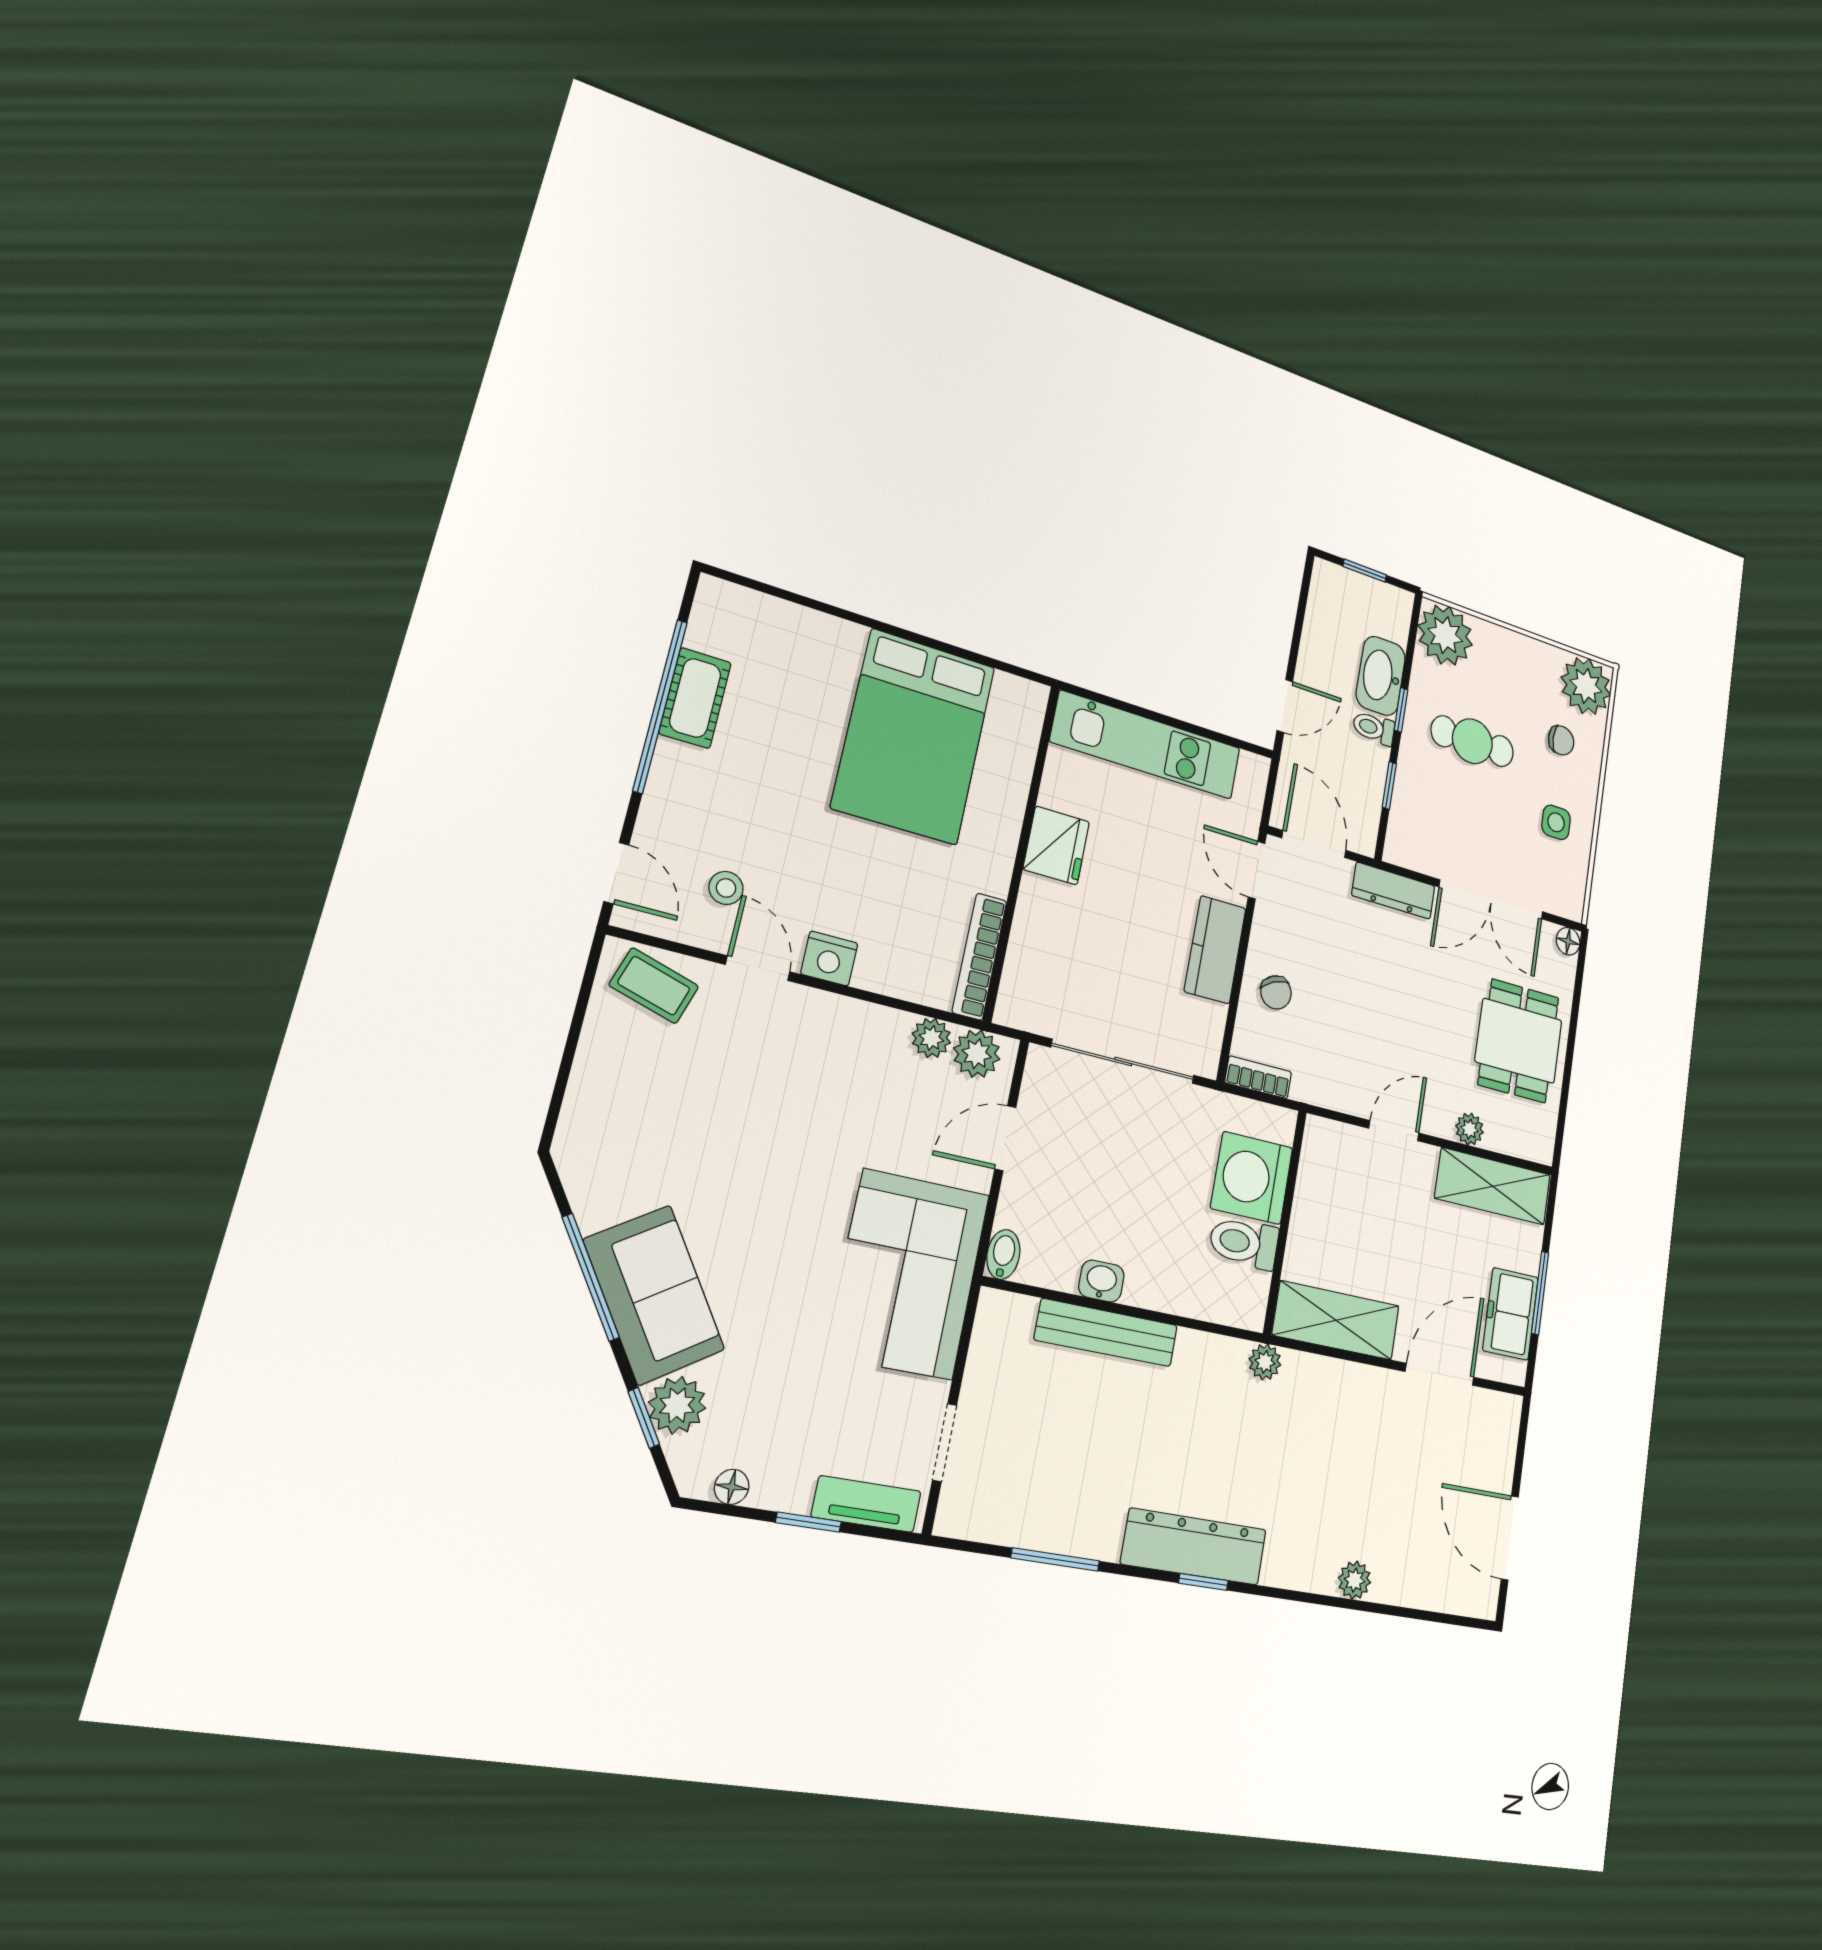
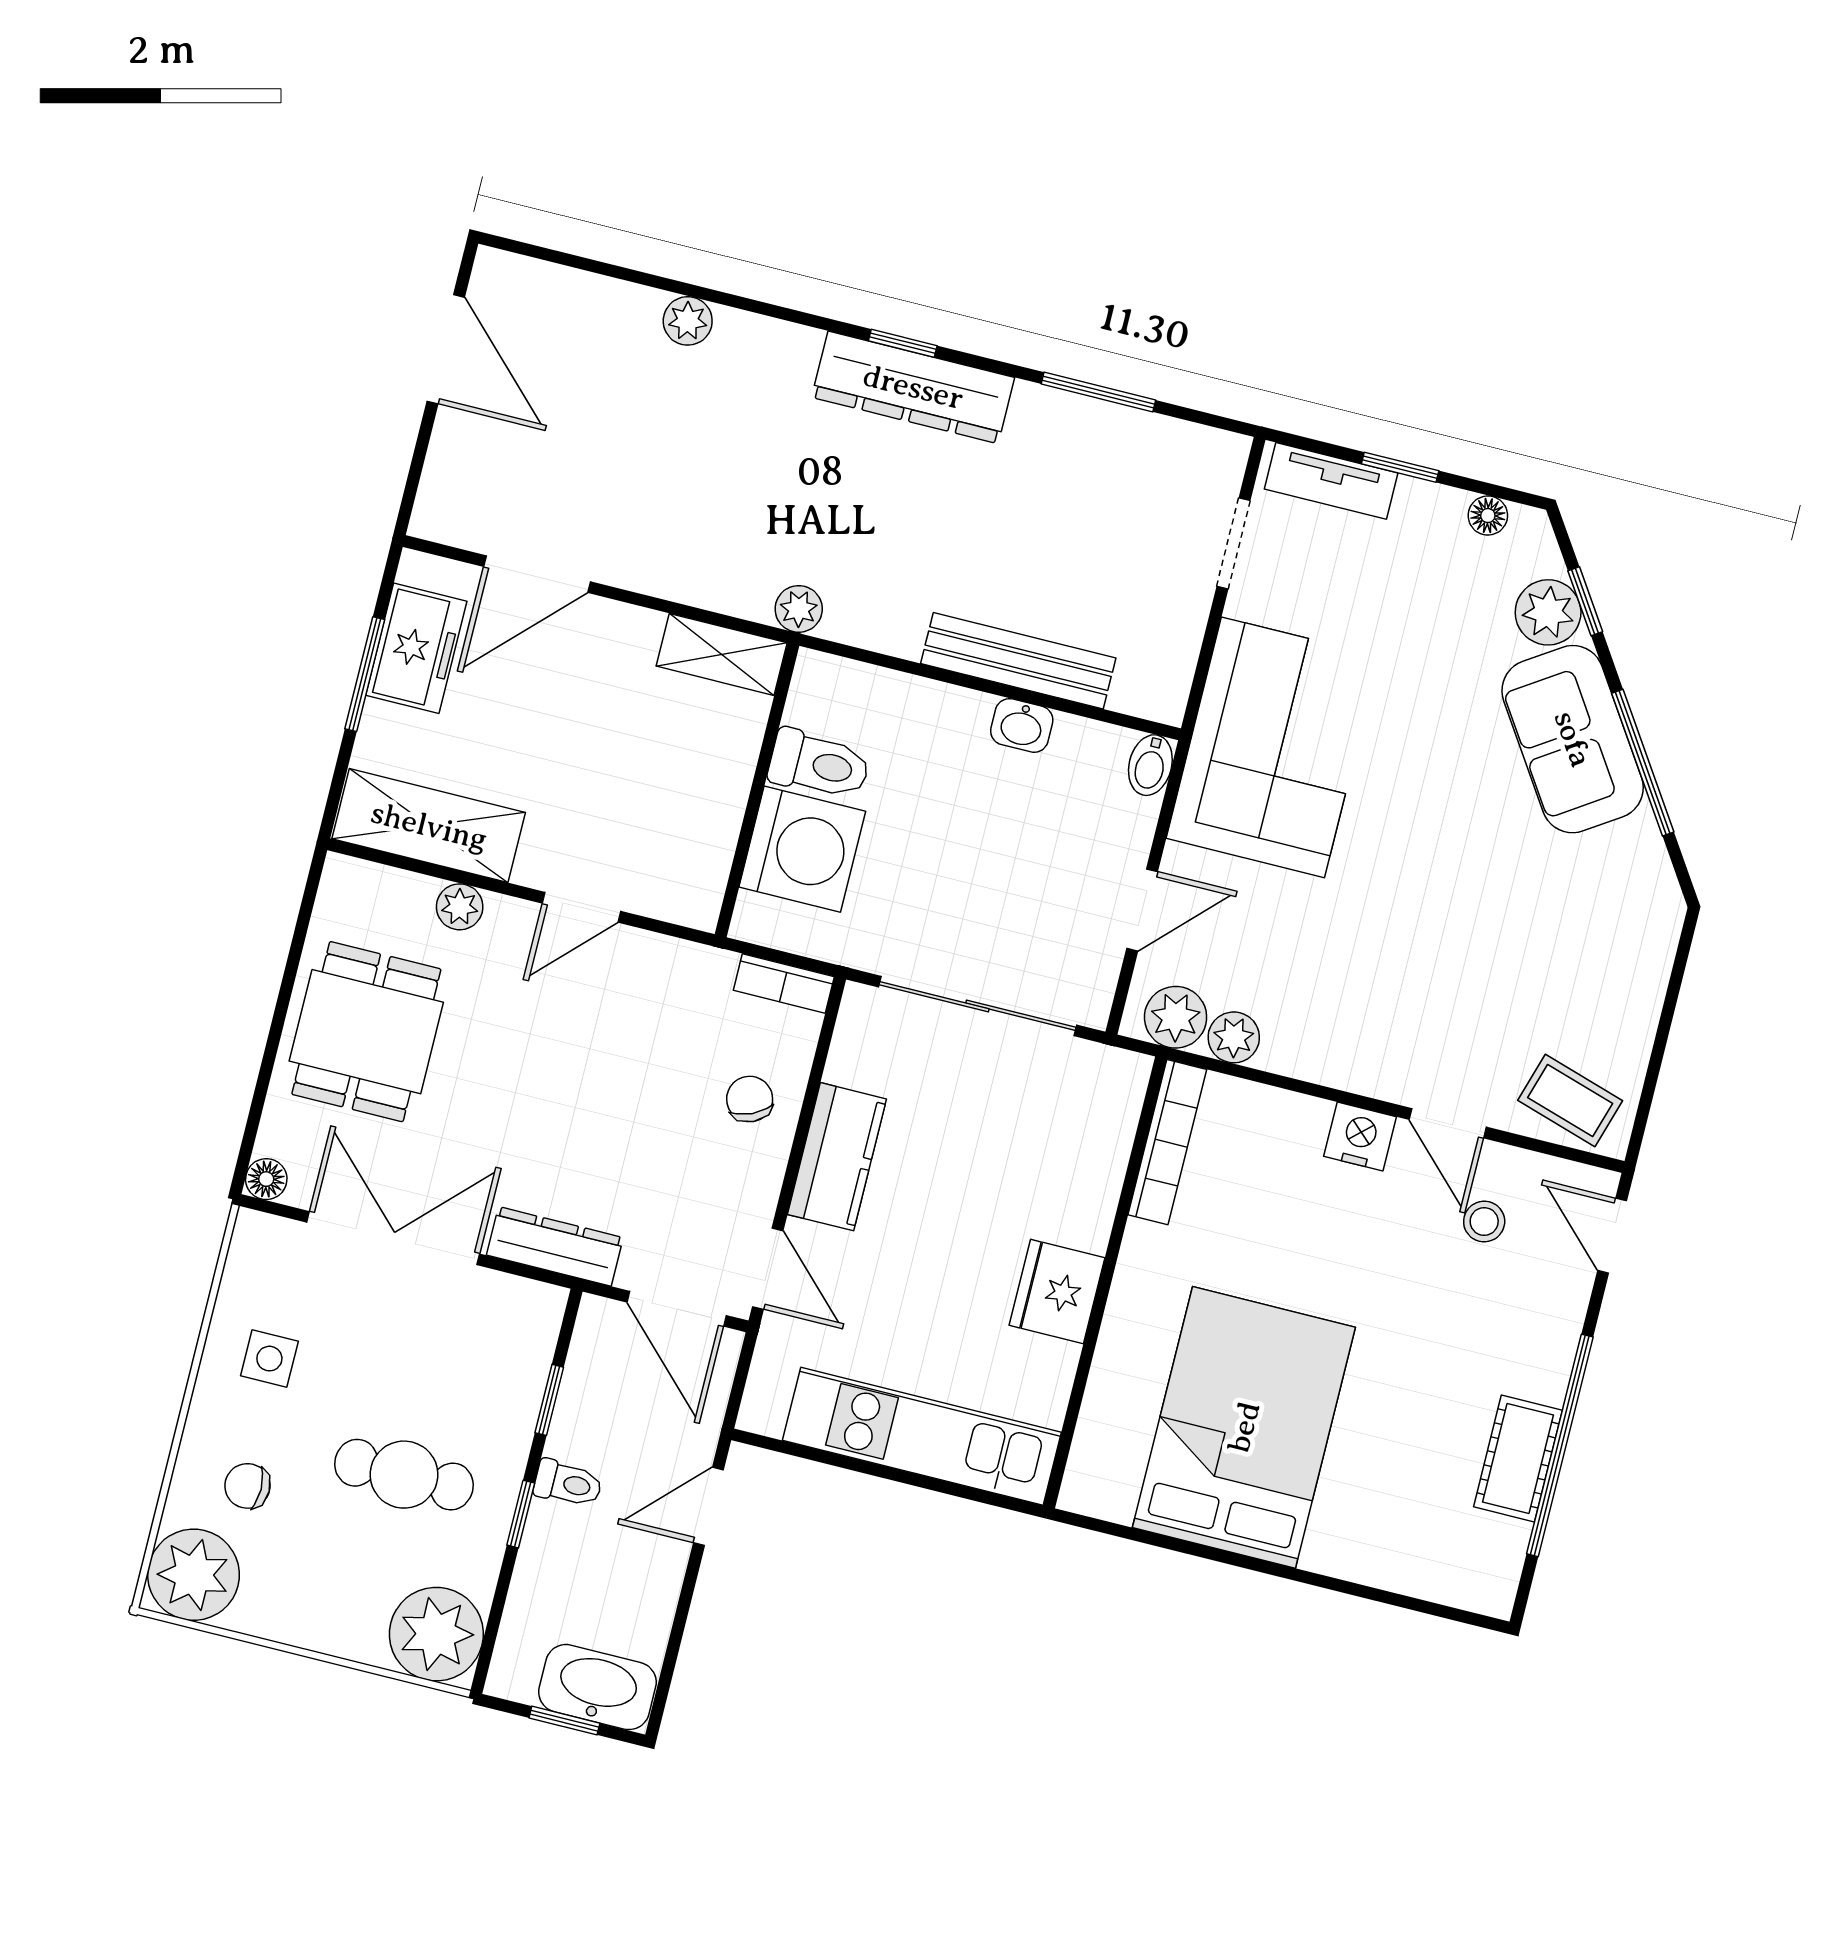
washbasin: (1381, 676) -> (597, 1687), moved, turned -90
shelving: (1336, 1320) -> (722, 654), width x0.67, depth x0.75

